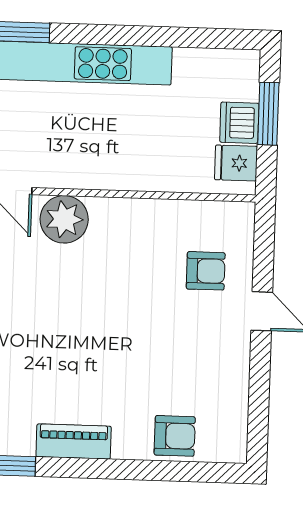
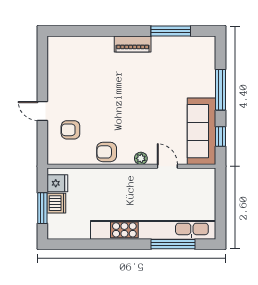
plant: (64, 219) -> (141, 158), width x0.53, depth x0.53
armchair: (175, 436) -> (107, 152), moved

